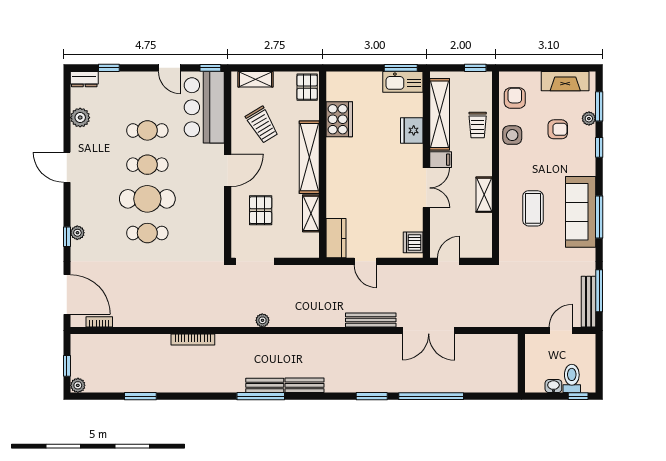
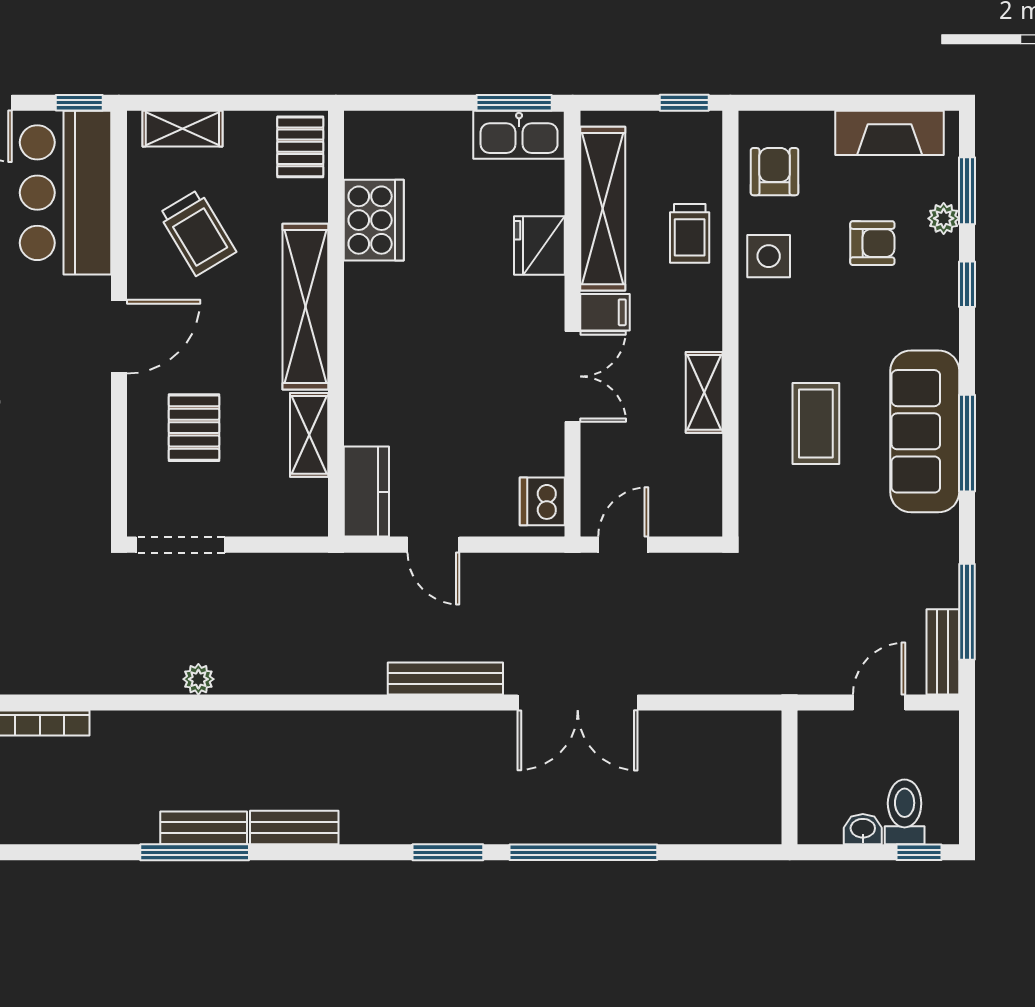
bench: (589, 302) -> (943, 652), width x0.73

